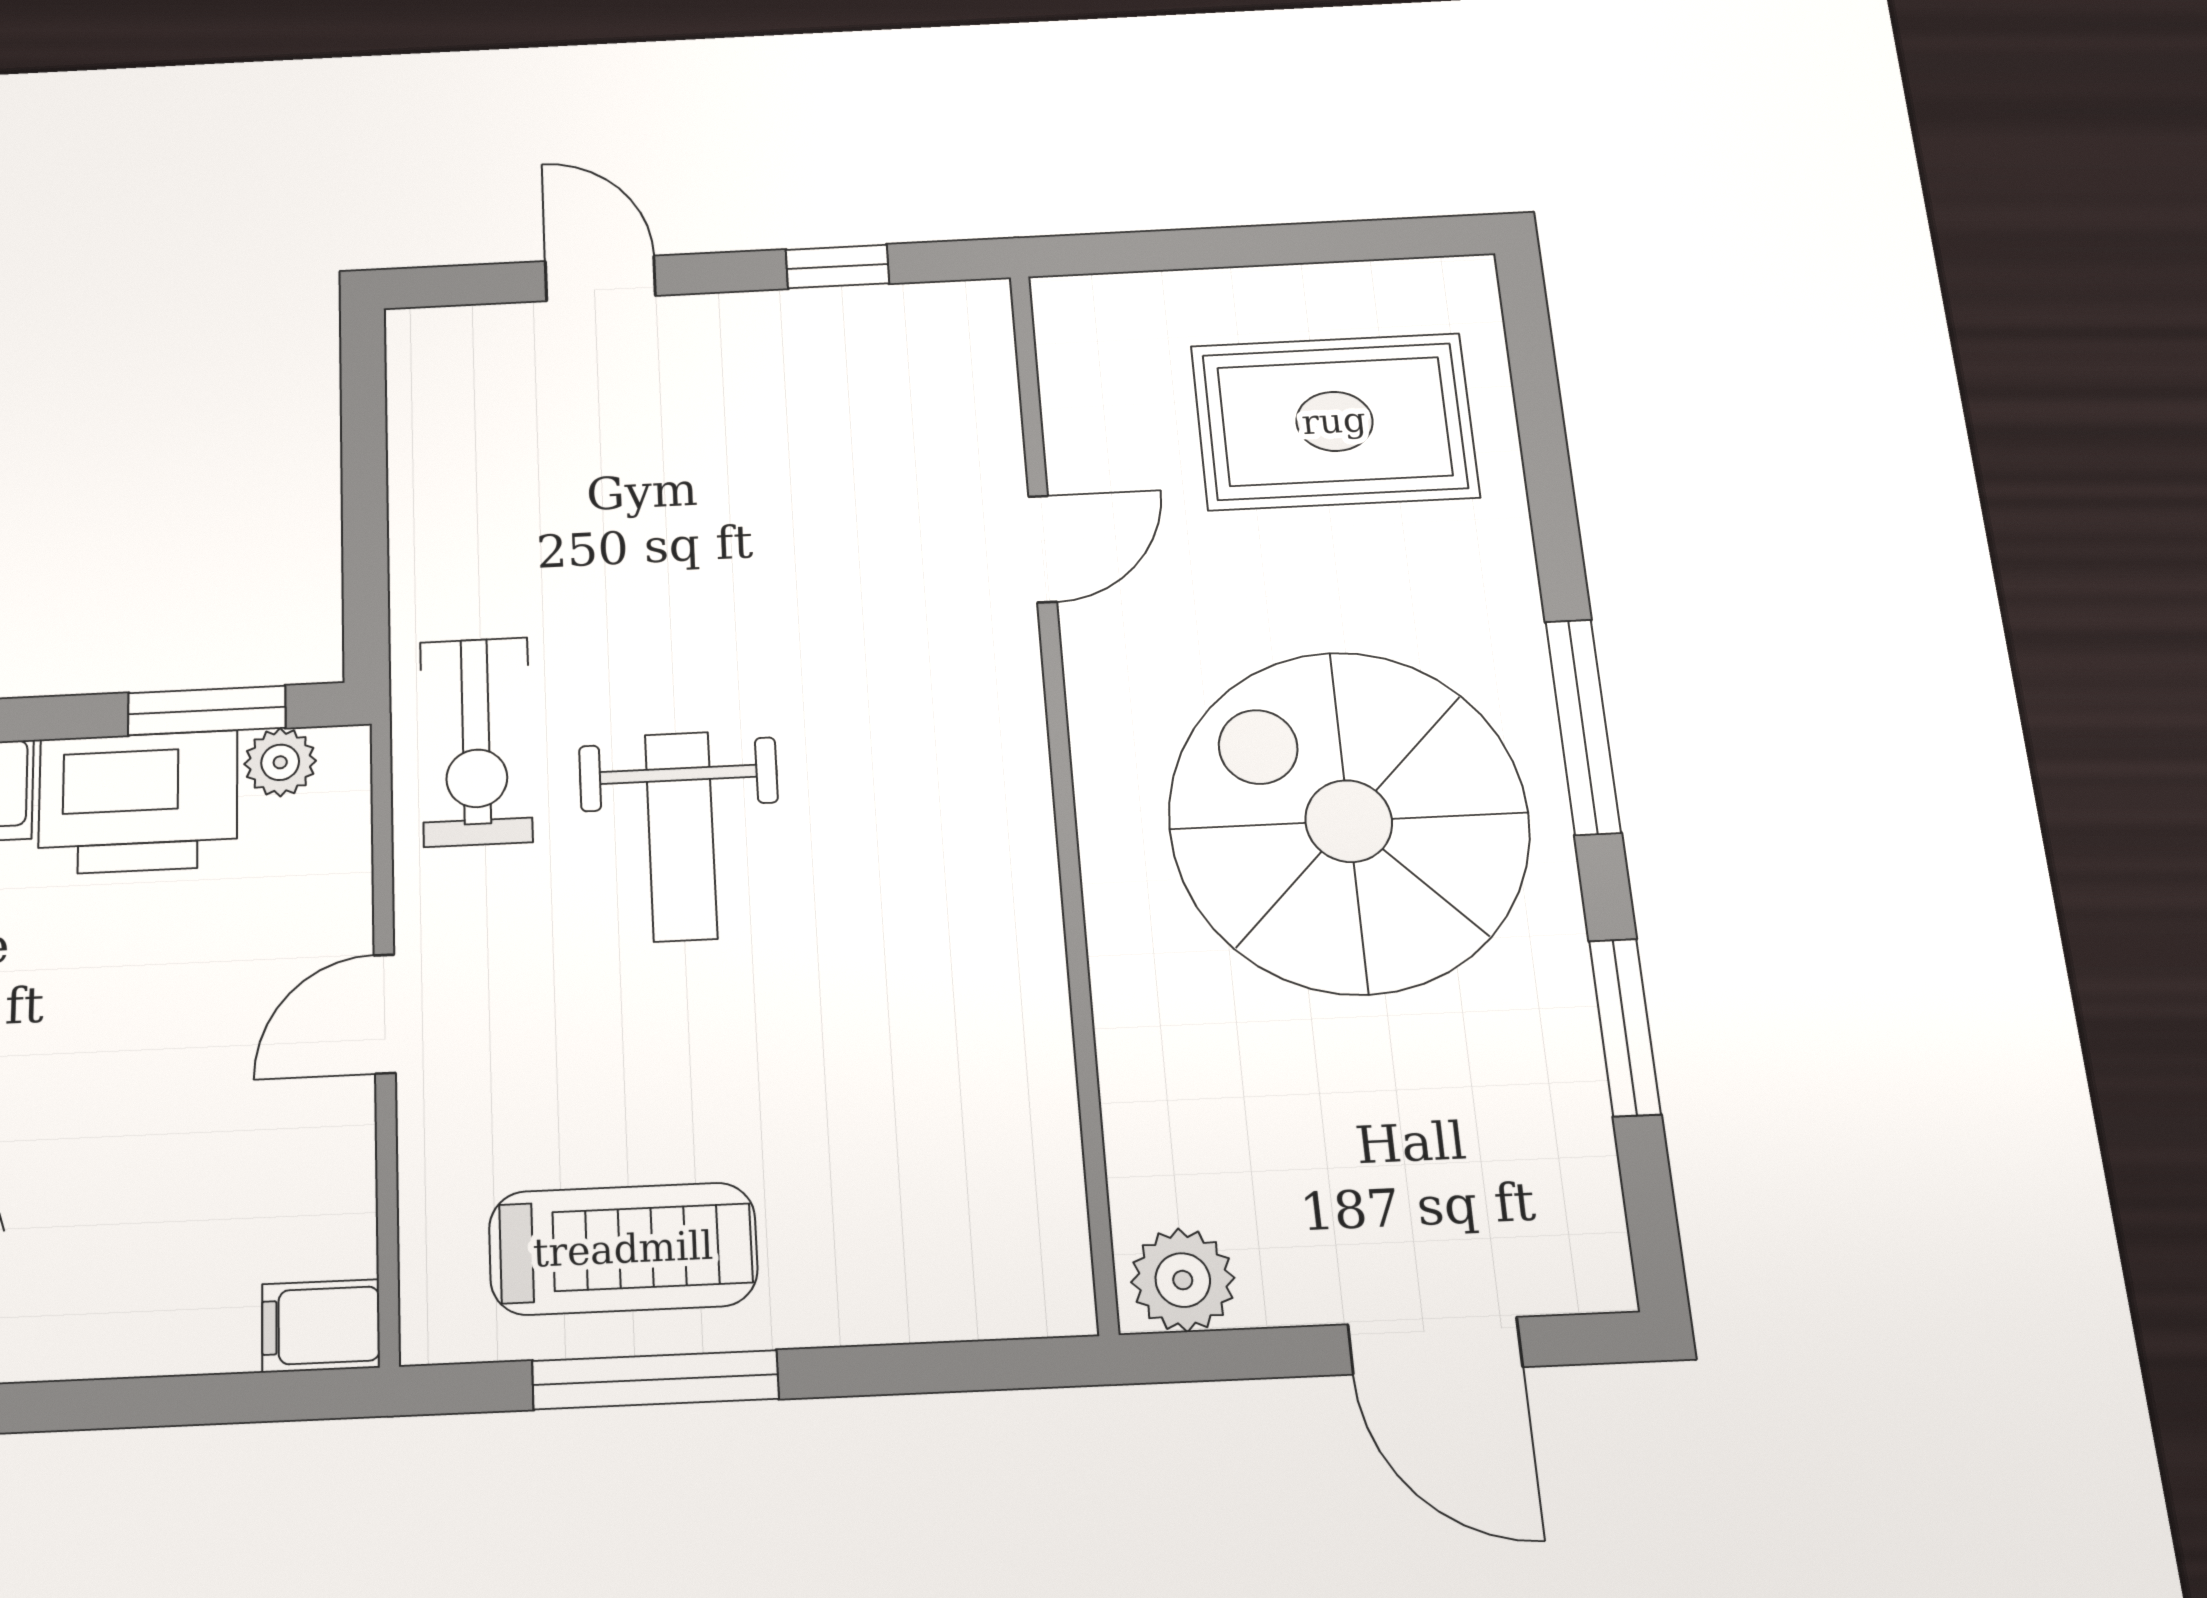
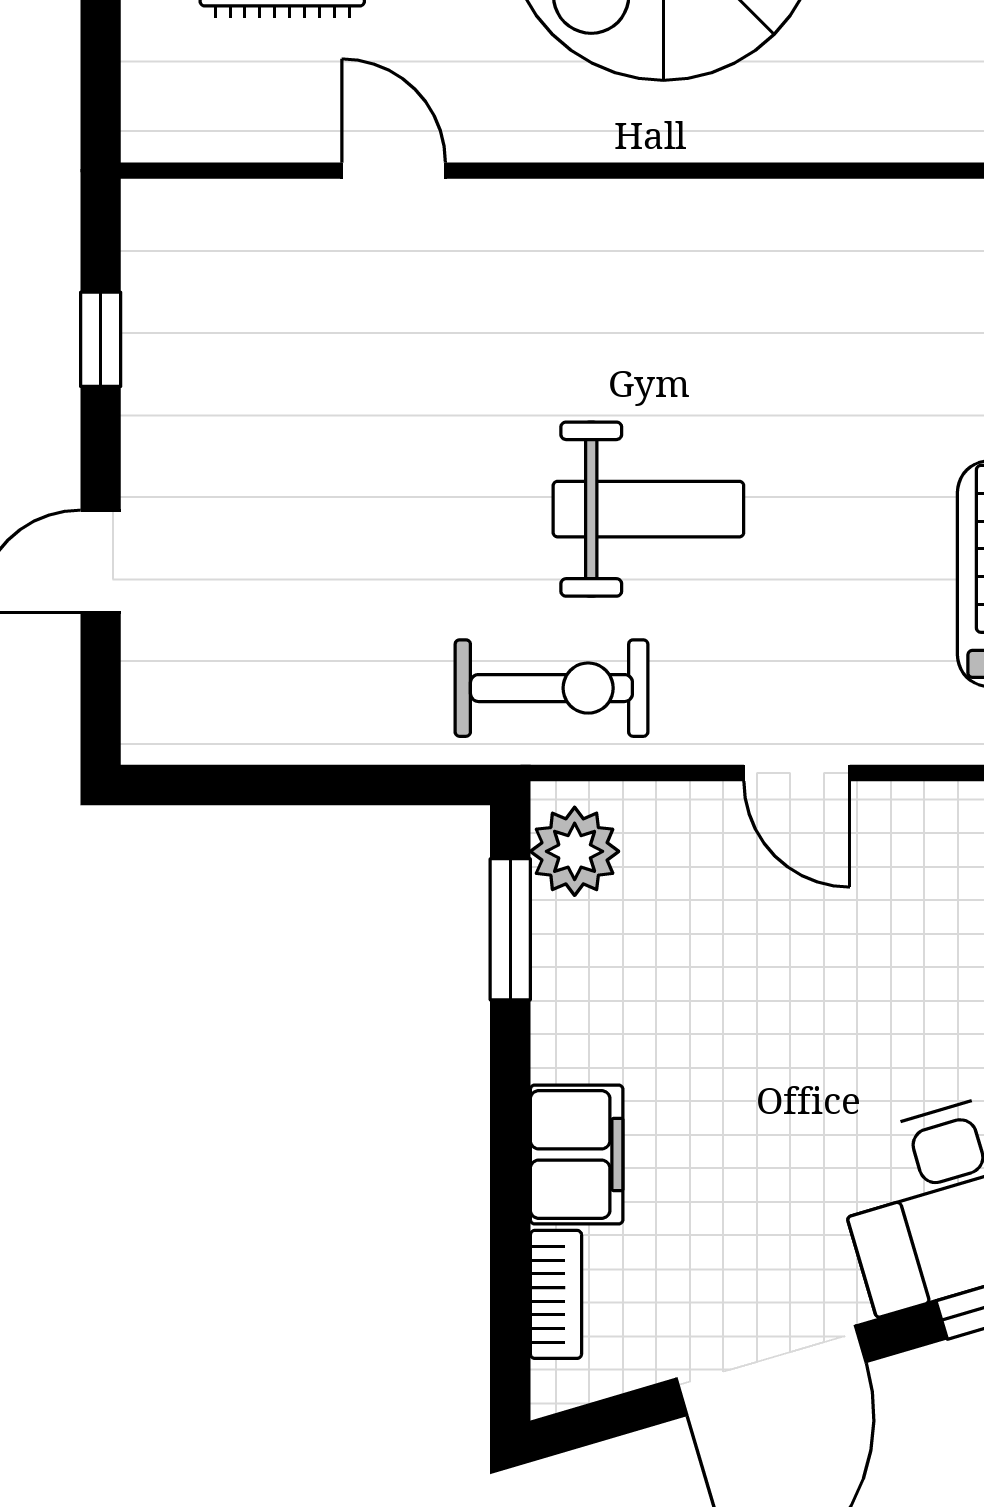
plant: (280, 762) -> (575, 851), width x1.38, depth x1.38
printer: (138, 802) -> (594, 990), removed

